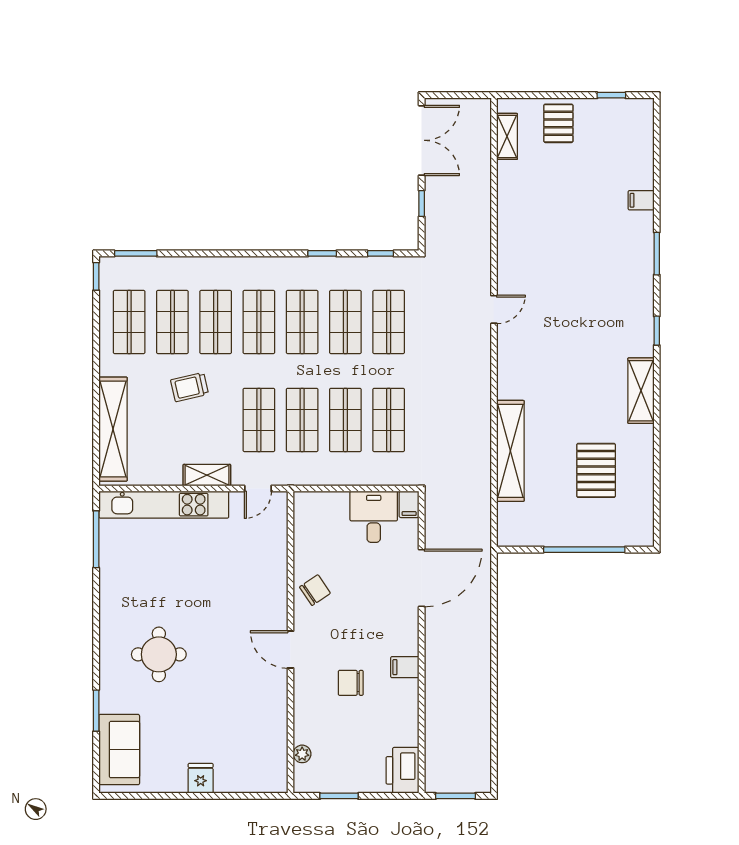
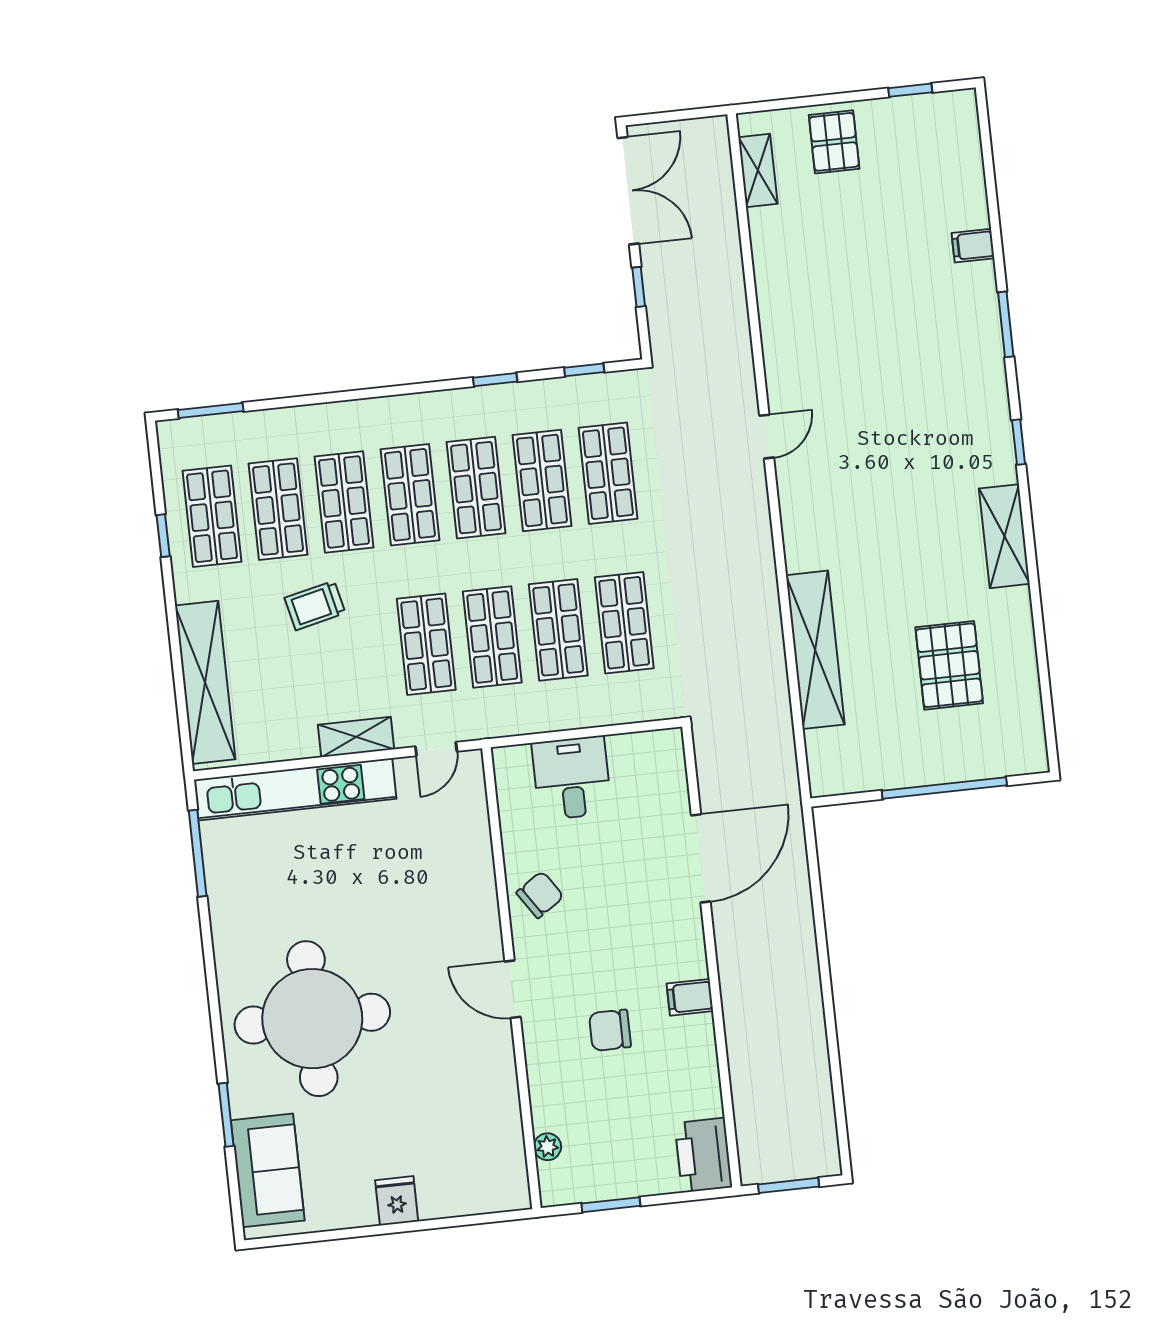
window: (96, 276) -> (163, 536), moved
filing cabinet: (409, 504) -> (669, 748), removed
desk: (374, 517) -> (572, 778), moved
round table: (159, 654) -> (312, 1019), width x1.86, depth x1.86

